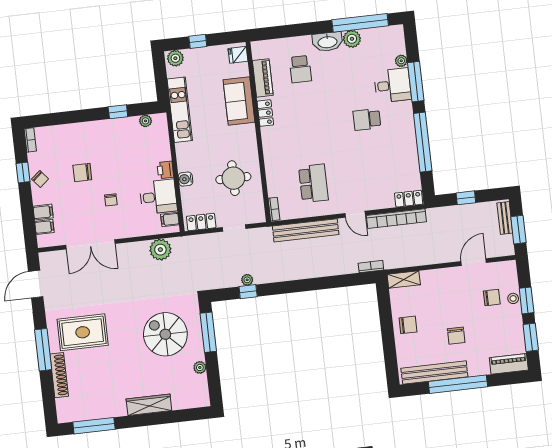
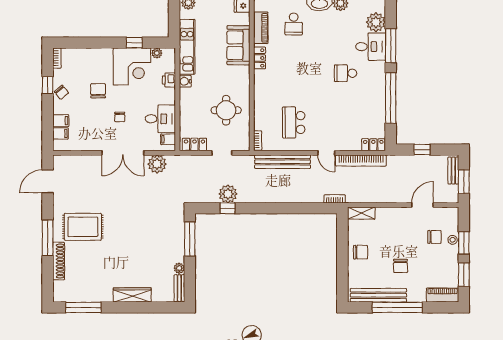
plant: (401, 61) -> (376, 22), width x1.87, depth x1.87
corner desk: (118, 140) -> (132, 66), added
printer: (165, 170) -> (169, 80), moved
chair: (82, 172) -> (98, 91), turned 90
water cooler: (185, 179) -> (185, 81), moved
school desk: (313, 183) -> (294, 122), turned 180
double door: (90, 244) -> (123, 153), moved
plant: (247, 280) -> (228, 194), width x1.87, depth x1.87
spiral stairs: (165, 334) -> (153, 237), removed
bench: (203, 391) -> (179, 288), added

